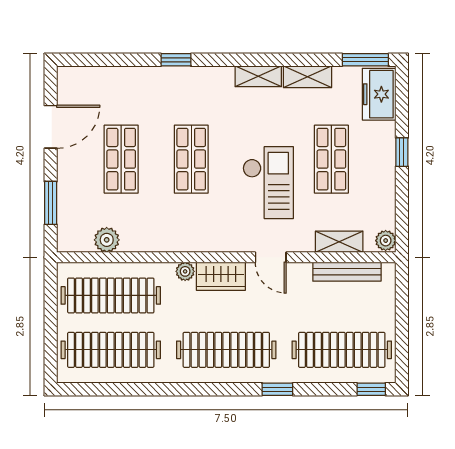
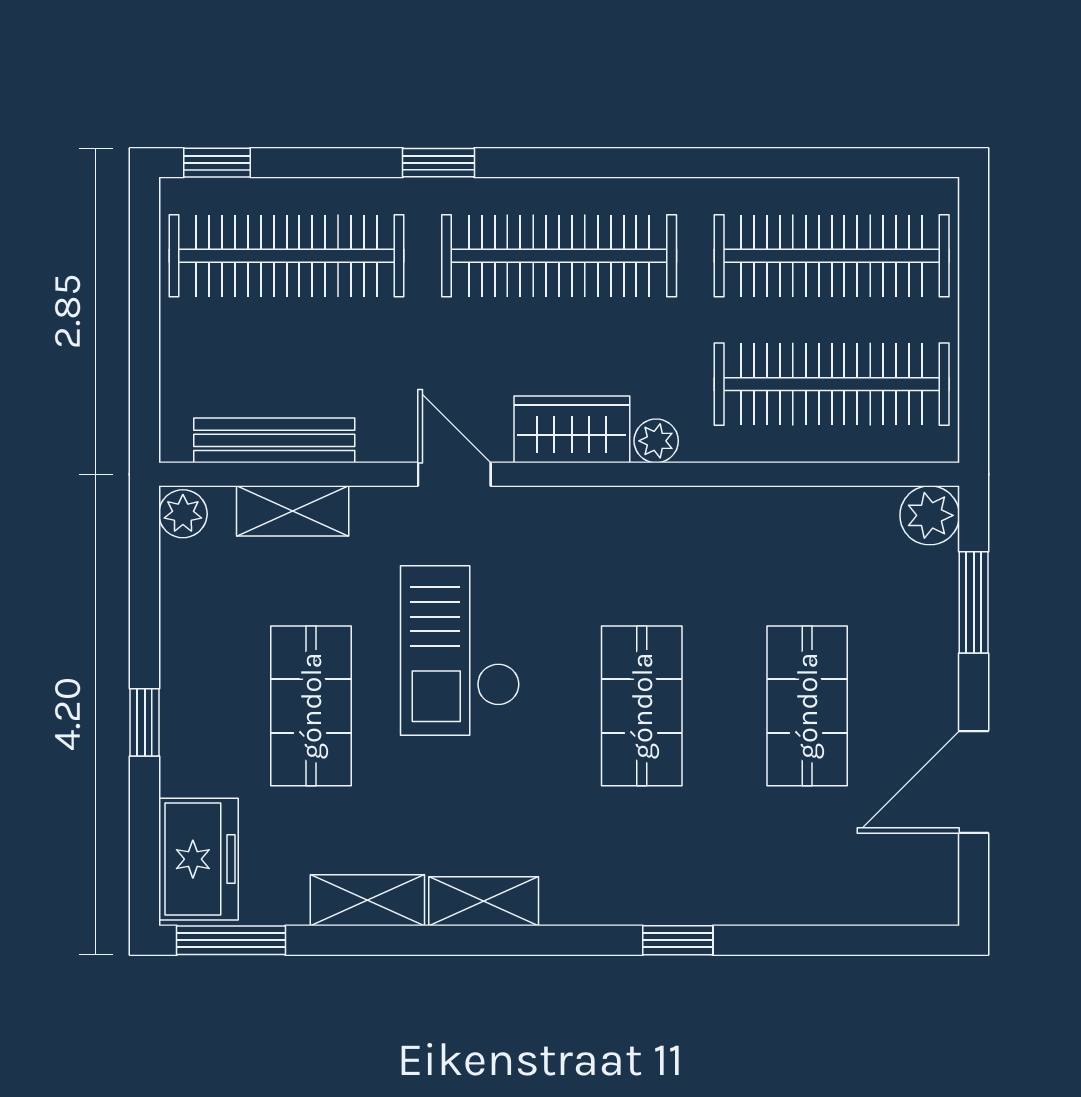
plant: (107, 240) -> (930, 515), moved

